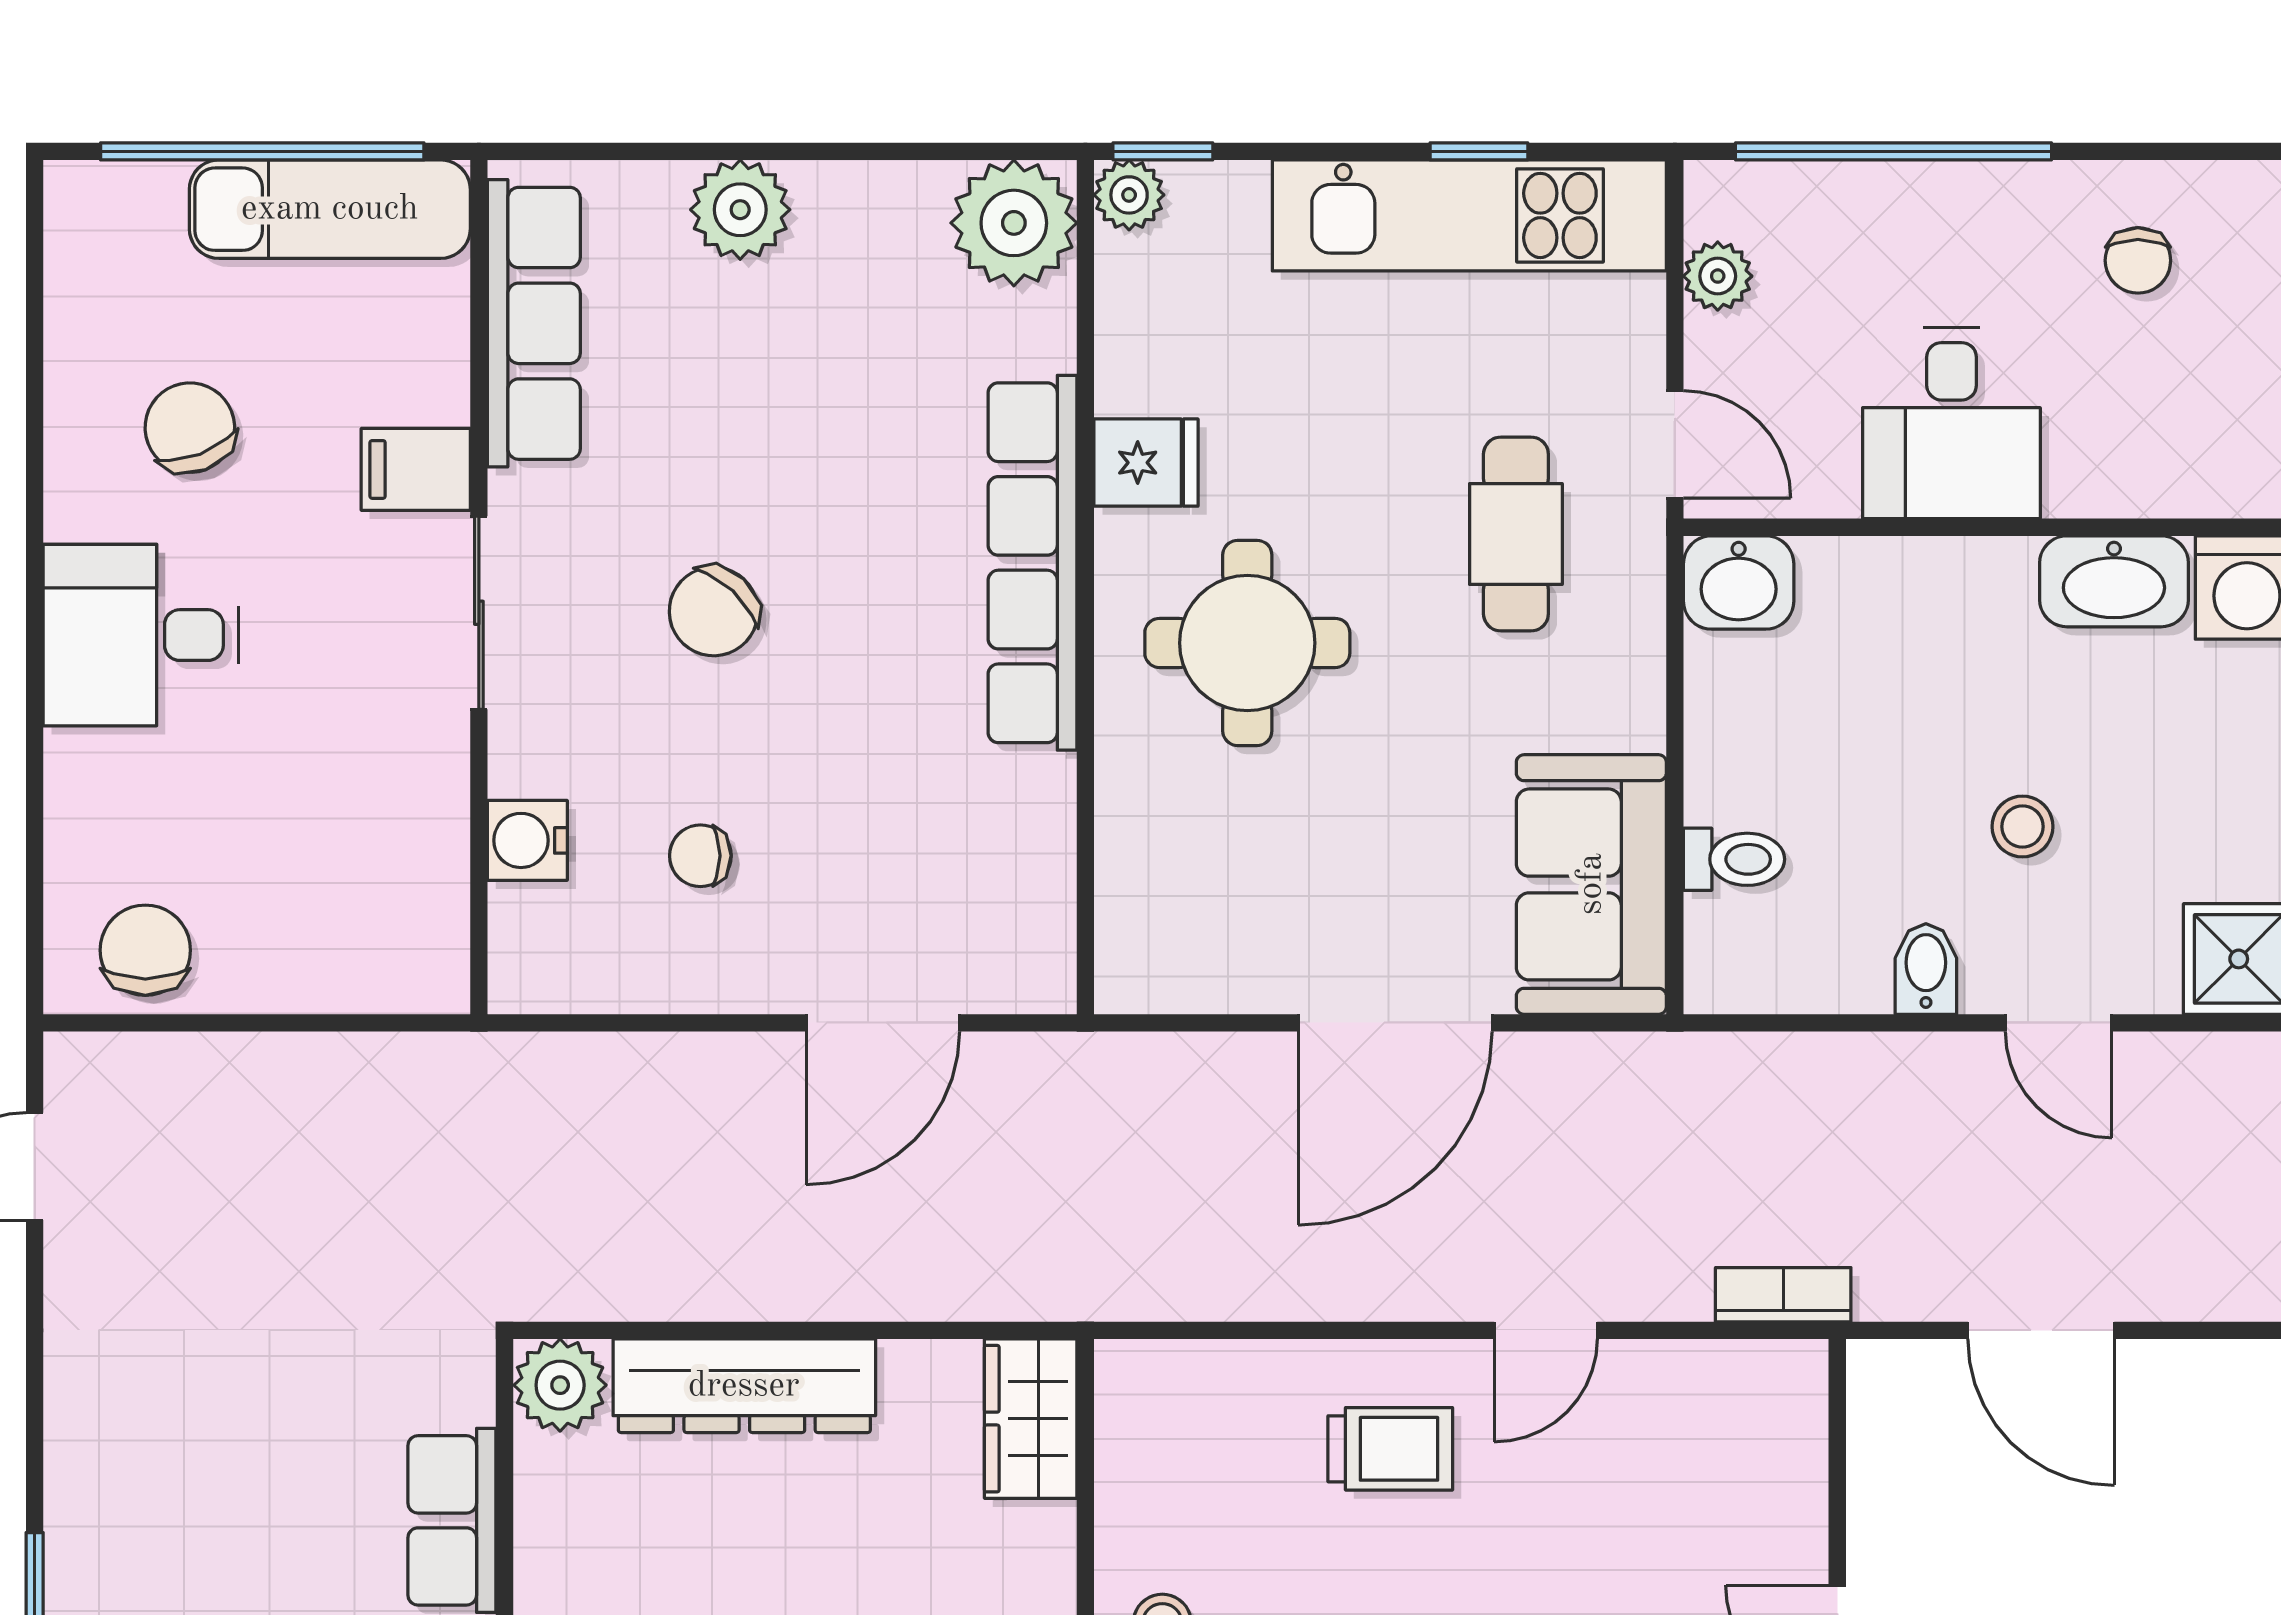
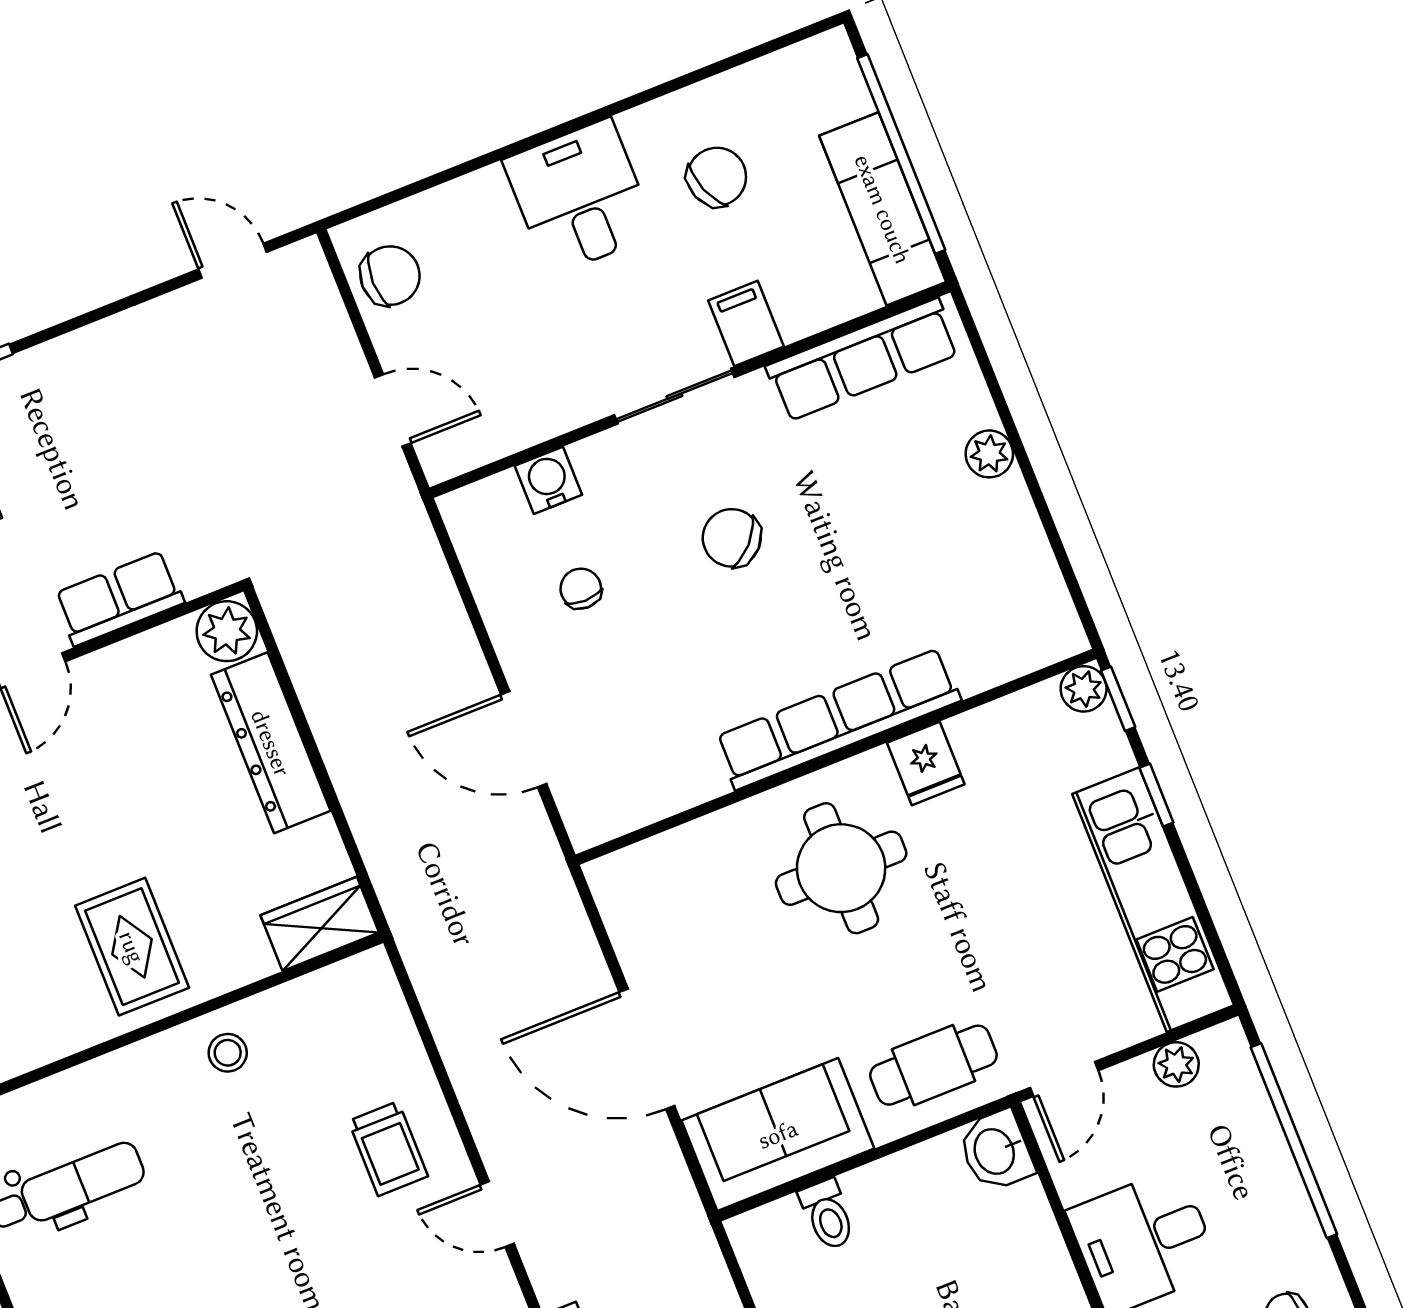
window: (1479, 151) -> (1156, 795), moved
plant: (740, 210) -> (989, 454), width x0.73, depth x0.73
plant: (1014, 223) -> (1039, 626), removed
cafe table: (1516, 534) -> (933, 1065), moved
door: (339, 1023) -> (393, 410), added

